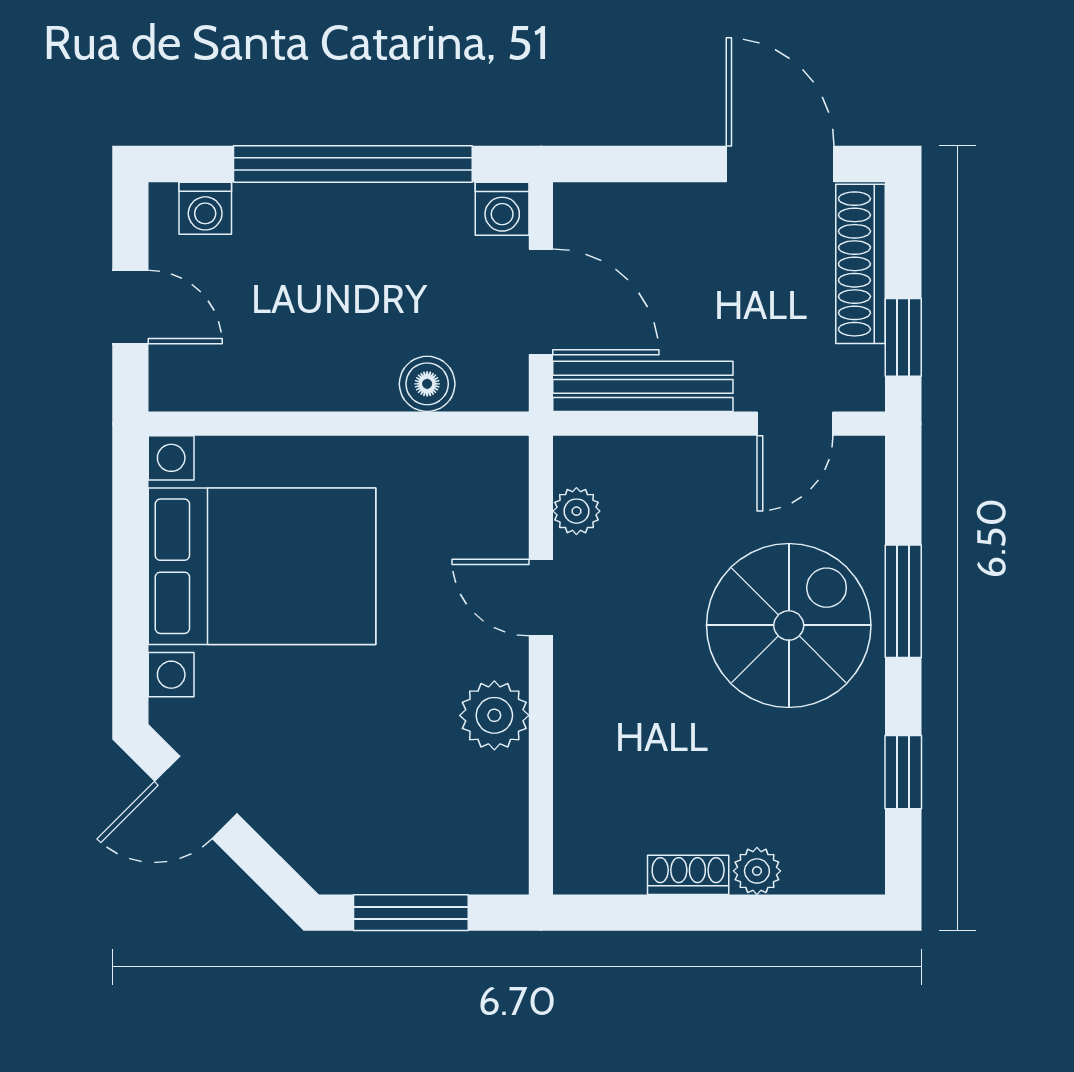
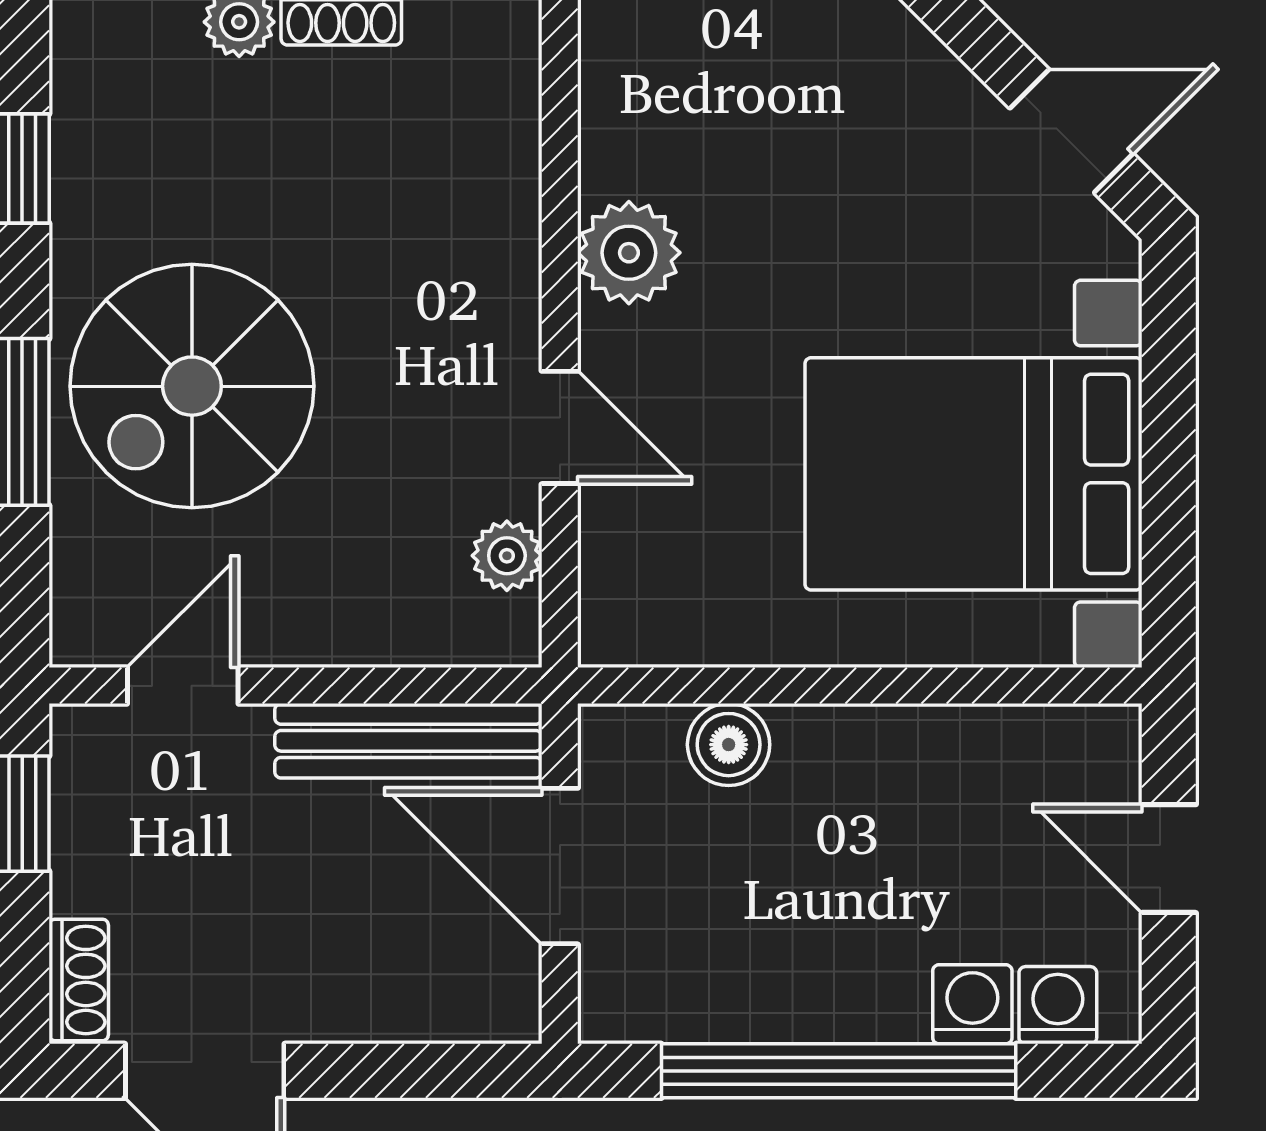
washing machine: (502, 209) -> (972, 1004), moved
shoe rack: (860, 264) -> (79, 980), width x0.51, depth x0.81

